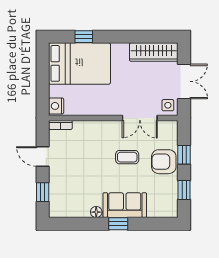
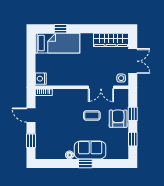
bed: (79, 63) -> (58, 43), width x0.67
armchair: (164, 162) -> (118, 119), turned 90

